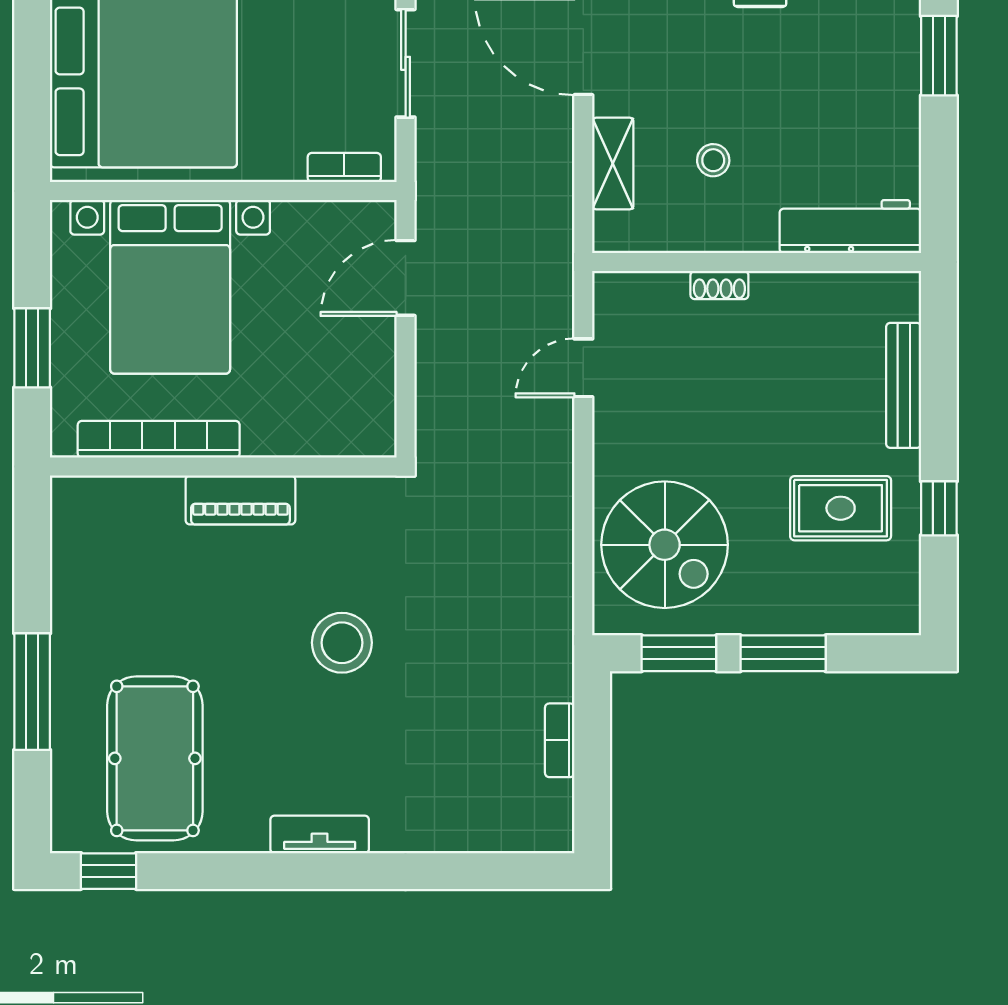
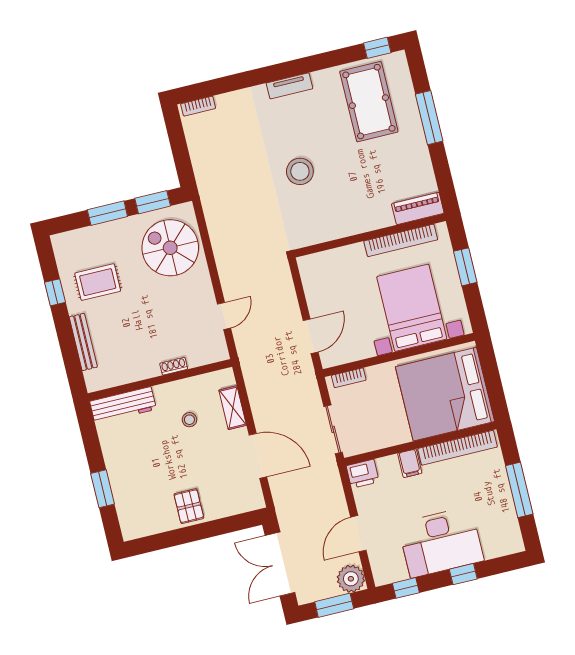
piano: (240, 500) -> (418, 208), moved
bookcase: (560, 740) -> (198, 106), moved, turned 90

